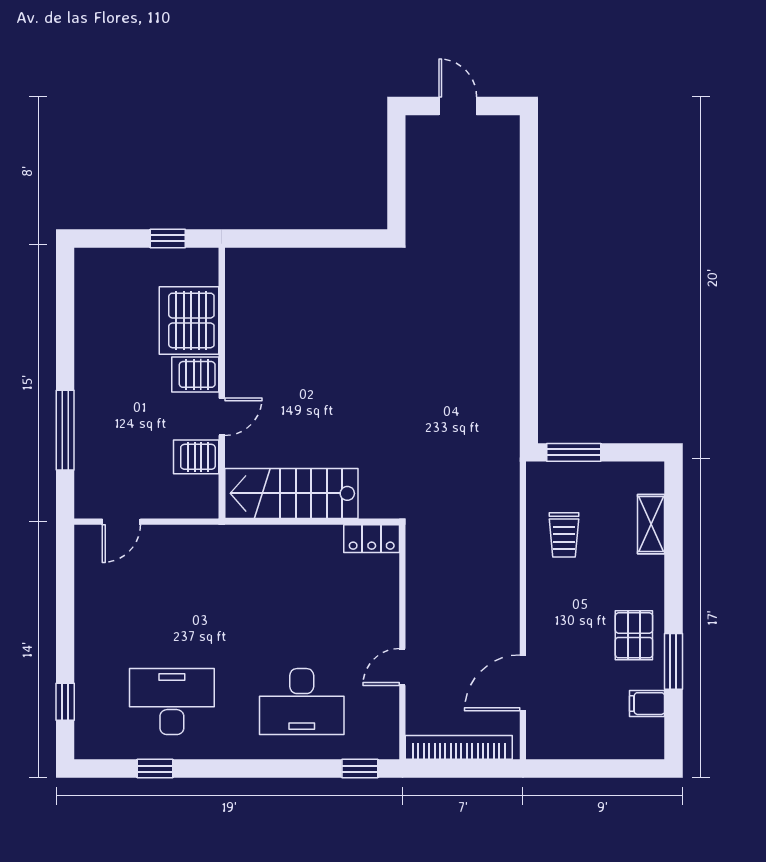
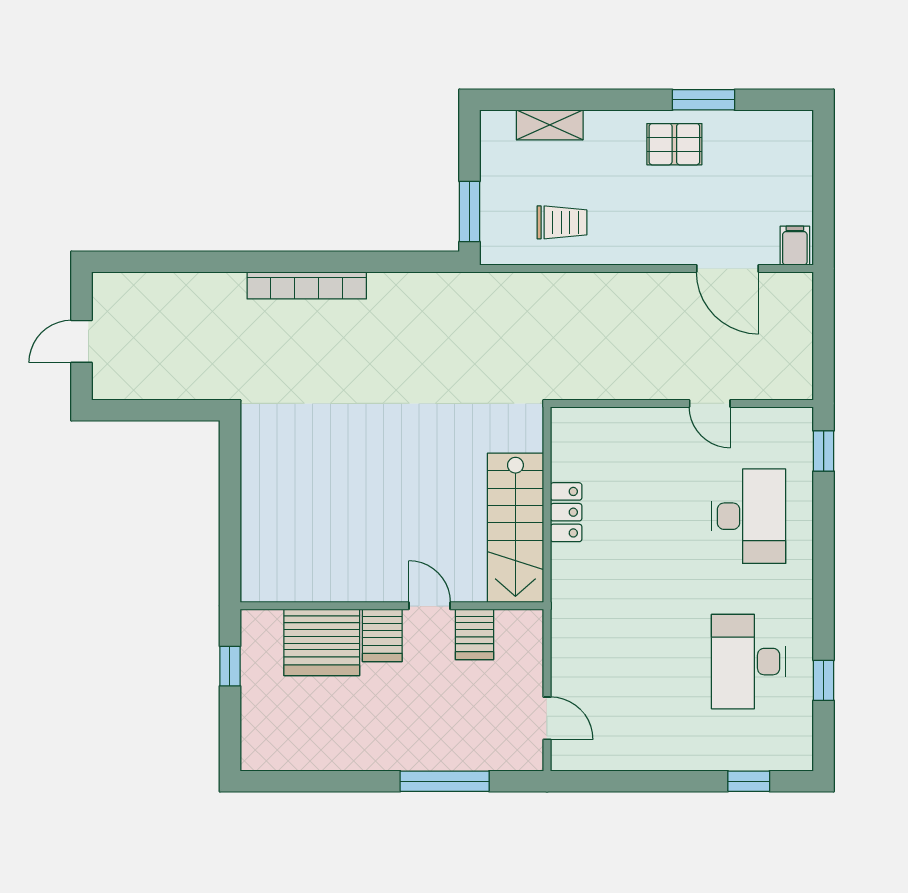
locker: (372, 539) -> (566, 512), moved
filing cabinet: (647, 704) -> (795, 246), moved, turned 180
bookcase: (459, 747) -> (307, 285), moved, turned -90

